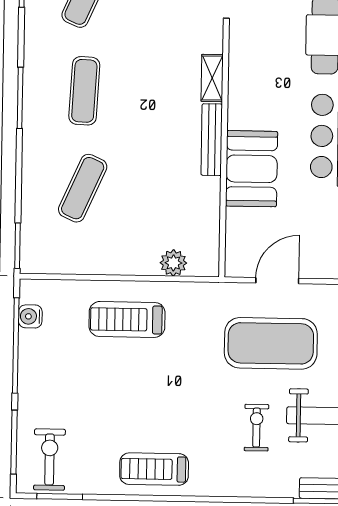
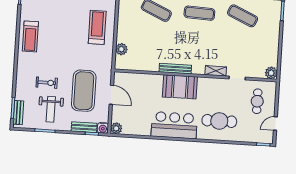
shelving: (212, 78) -> (216, 71), moved
booth: (252, 169) -> (180, 87), moved
treadmill: (154, 469) -> (30, 36), turned 180

